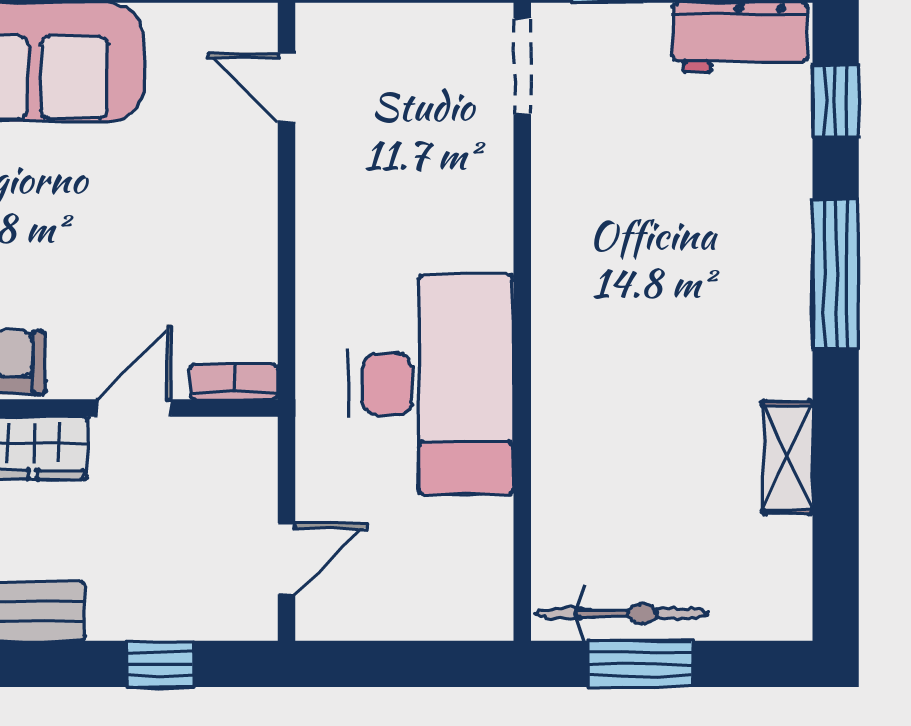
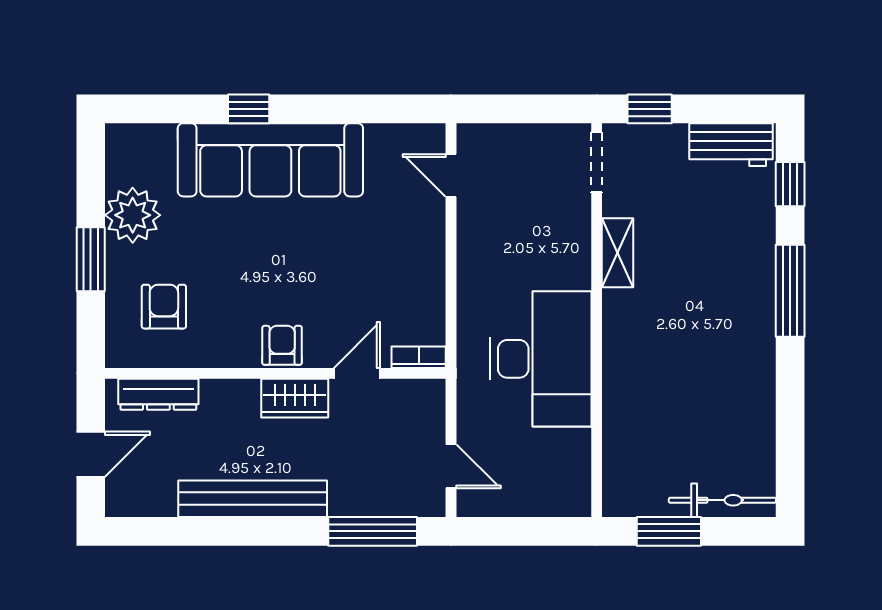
shelving: (788, 458) -> (618, 253), moved
door: (287, 559) -> (451, 466), hinge flipped
bicycle: (622, 613) -> (722, 500), moved
window: (160, 664) -> (373, 531), width x2.17

